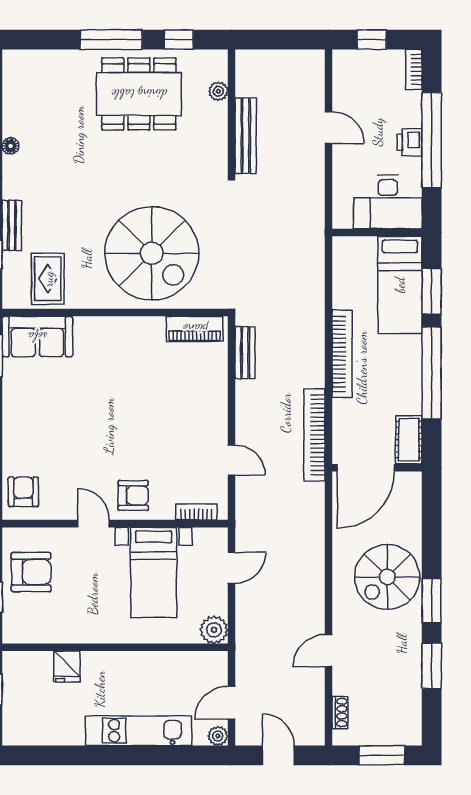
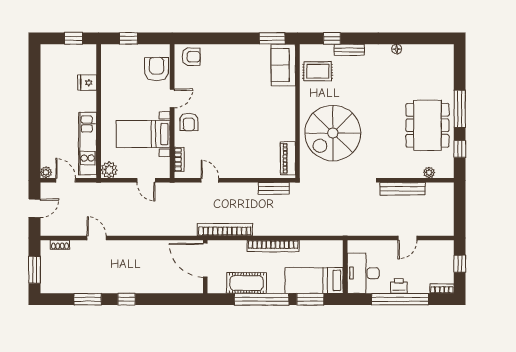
cot: (409, 440) -> (247, 283), moved, width x1.37, depth x1.34
door: (231, 460) -> (210, 180), swing flipped
armchair: (31, 572) -> (157, 69), moved, turned 180
spiral stairs: (387, 577) -> (140, 273), removed
window: (432, 601) -> (126, 299), width x0.67
kitchen unit: (139, 731) -> (88, 144), moved, turned 180

